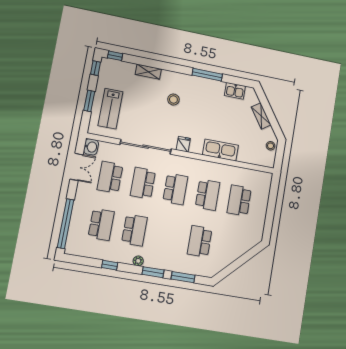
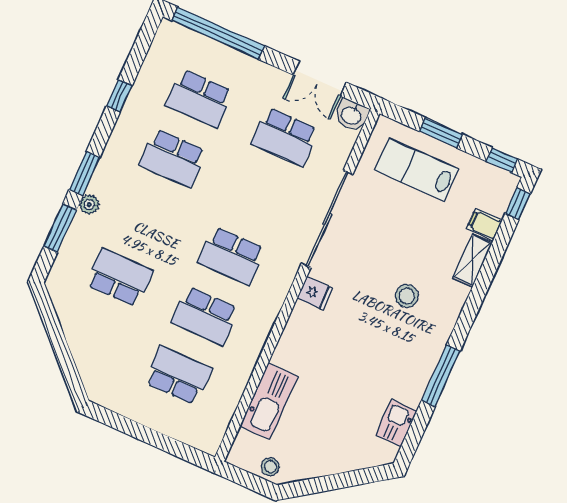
filing cabinet: (129, 70) -> (485, 224), added
shelving: (261, 116) -> (334, 463), removed
kitchen sink: (220, 150) -> (269, 401), moved
school desk: (110, 177) -> (285, 137), turned 180
school desk: (143, 183) -> (258, 196), removed
plant: (138, 261) -> (89, 205), moved

